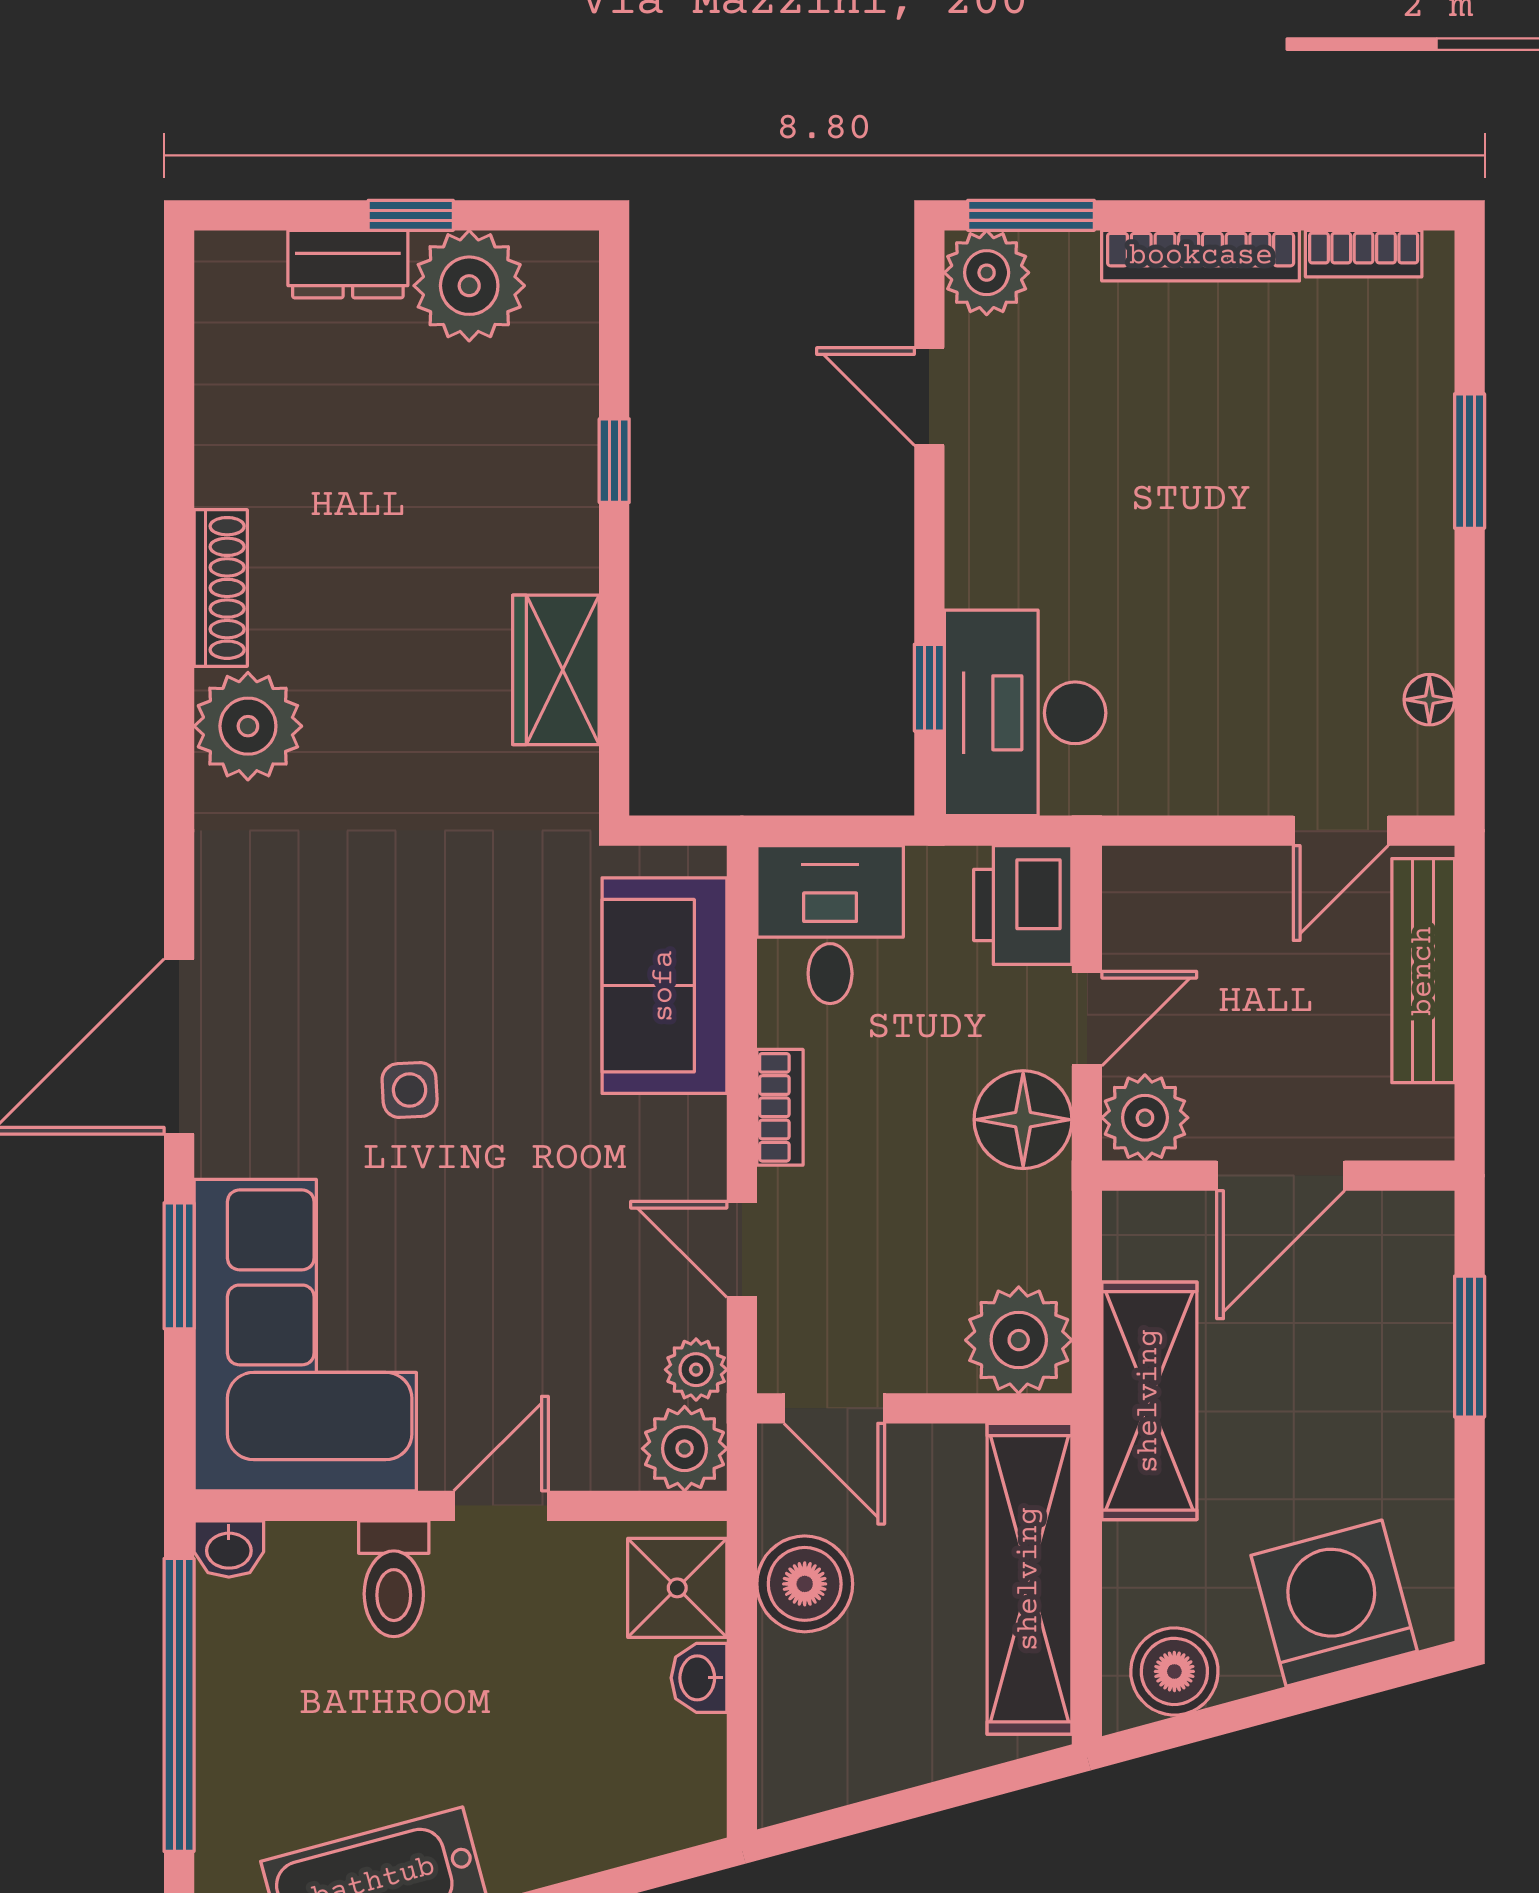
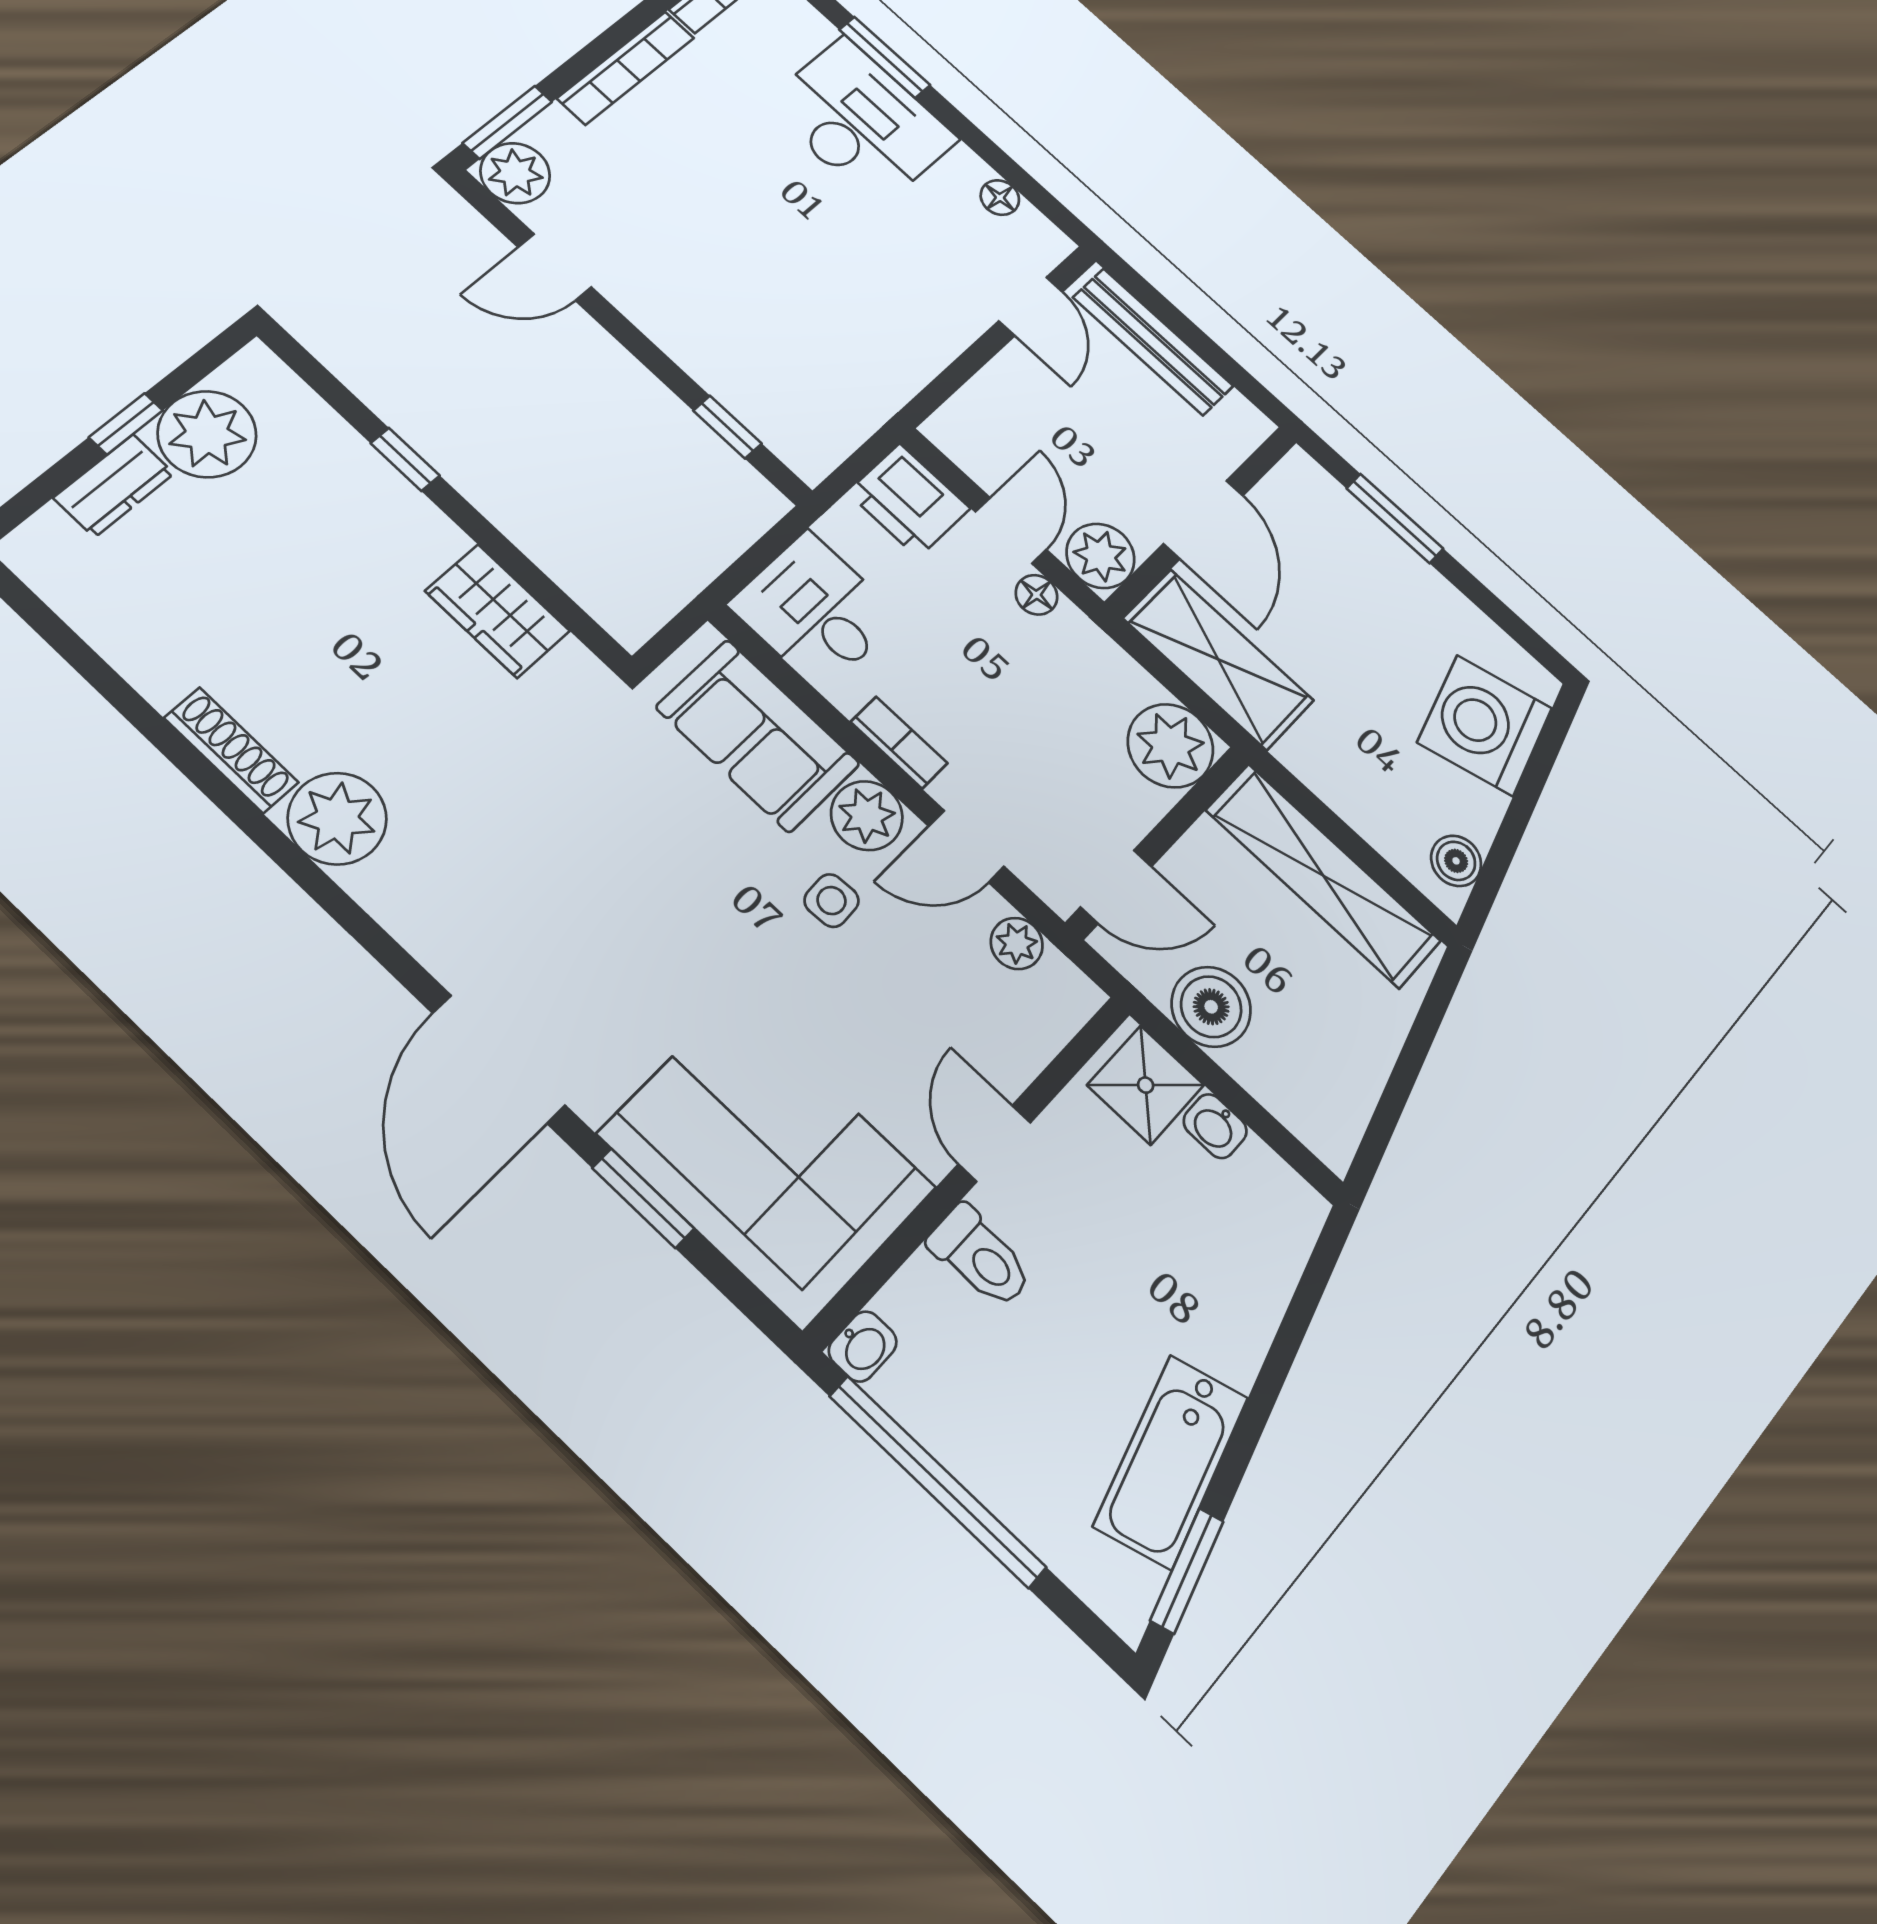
desk: (1025, 713) -> (861, 122), moved, turned 180
side table: (410, 1090) -> (831, 901), moved
floor lamp: (1023, 1120) -> (1036, 595), width x0.53, depth x0.53
shelving: (1149, 1401) -> (1218, 659), moved
plant: (685, 1449) -> (867, 816), moved
boiler: (1174, 1671) -> (1456, 861), width x0.73, depth x0.73

